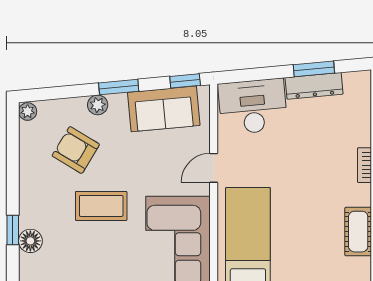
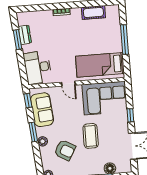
dresser: (314, 86) -> (25, 35), width x0.70
armchair: (76, 150) -> (65, 150), turned -91

